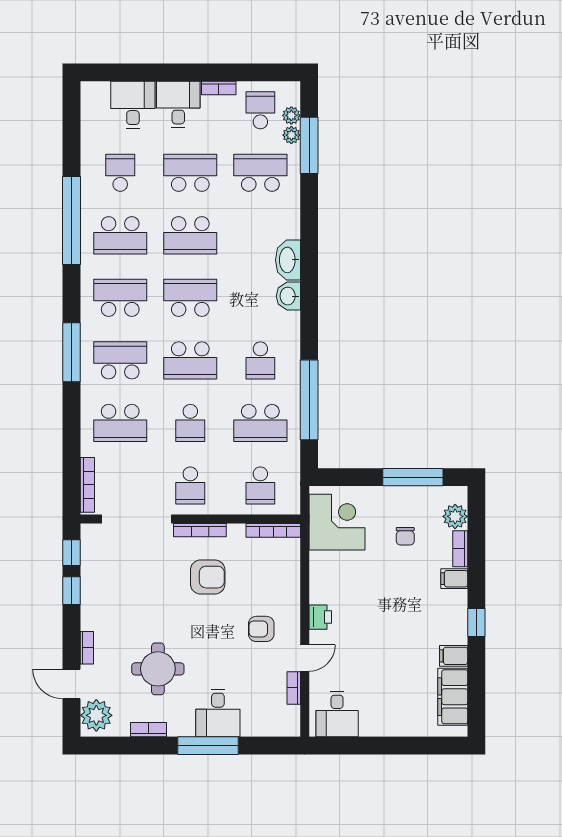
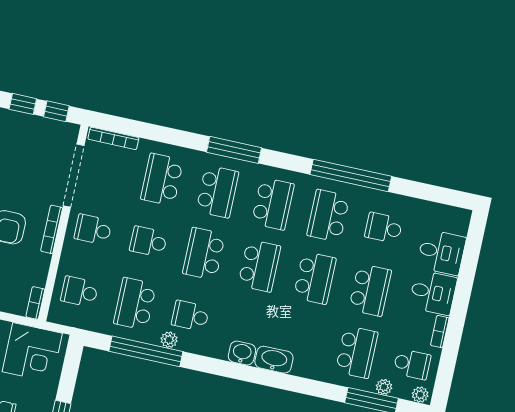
plant: (291, 115) -> (420, 395), moved
school desk: (120, 173) -> (384, 228), turned 180
school desk: (190, 235) -> (315, 278), turned 180
plant: (291, 378) -> (169, 340), added
bookcase: (273, 530) -> (35, 303), width x0.64

